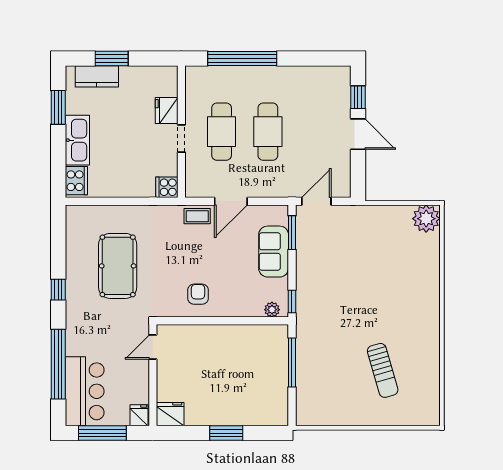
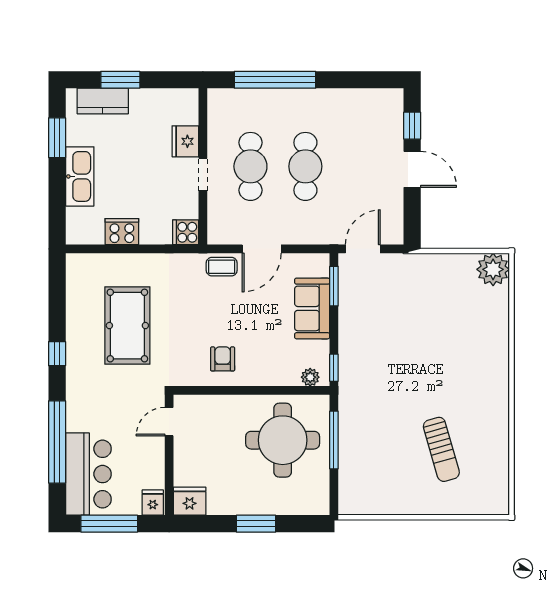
cooker: (76, 181) -> (122, 232), moved, turned -90
round table: (249, 363) -> (283, 440), added

